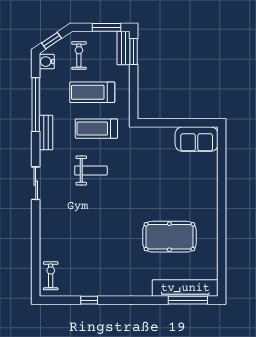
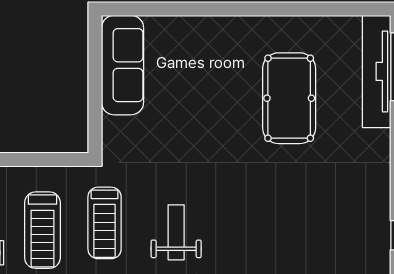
sofa: (197, 139) -> (123, 65), width x1.36

